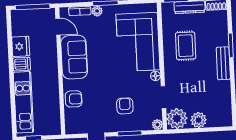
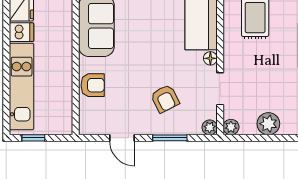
armchair: (125, 106) -> (165, 99), turned 153
plant: (177, 119) -> (231, 127), width x0.53, depth x0.53

